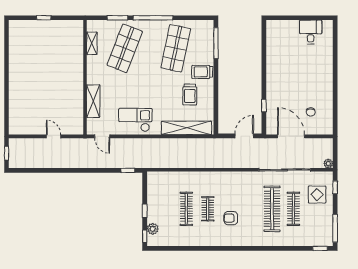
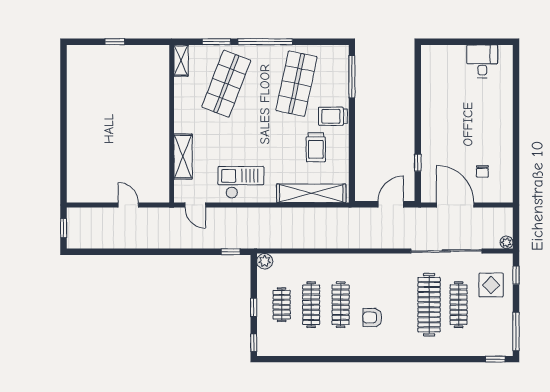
shelving: (92, 43) -> (181, 60), moved
clothes rail: (165, 209) -> (282, 305), added
clothes rail: (208, 209) -> (341, 305), width x1.36
plant: (153, 229) -> (265, 261), moved

